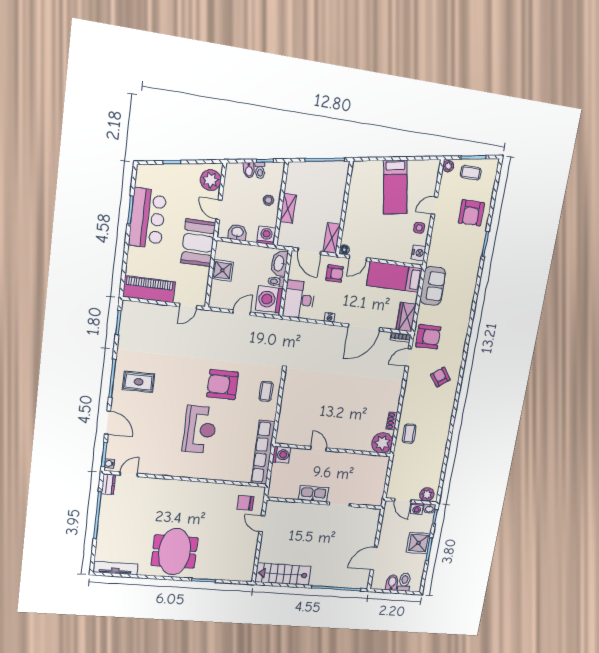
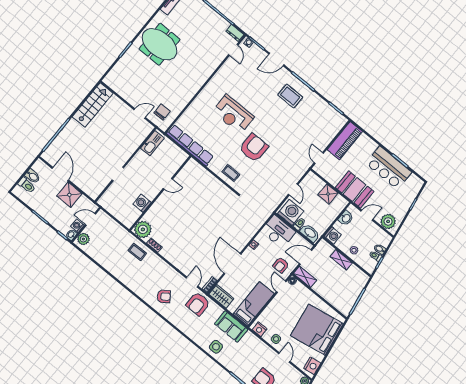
nightstand: (426, 168) -> (312, 366), added
bed: (395, 187) -> (317, 330), width x2.04
side table: (463, 289) -> (216, 347), added
rug: (139, 382) -> (290, 96), turned 90
washing machine: (281, 455) -> (142, 203), moved, turned 90
kitchen sink: (313, 494) -> (152, 143), moved
shower: (419, 543) -> (69, 195), moved

